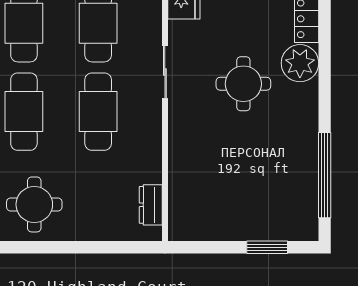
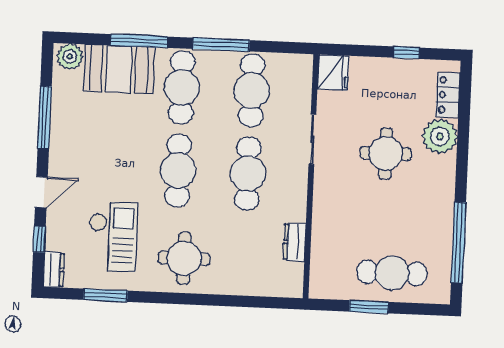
dresser: (151, 205) -> (294, 242), moved
cafe table: (255, 210) -> (392, 273), added
window: (267, 247) -> (369, 307), moved

